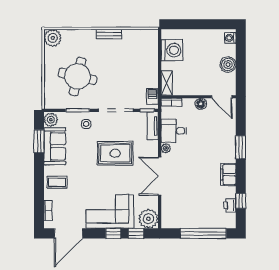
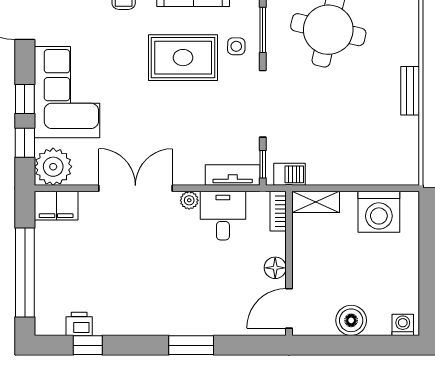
rug: (115, 153) -> (183, 58), moved, turned 90
filing cabinet: (228, 175) -> (56, 206), moved, turned 180

